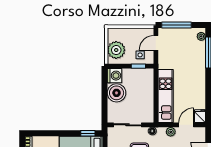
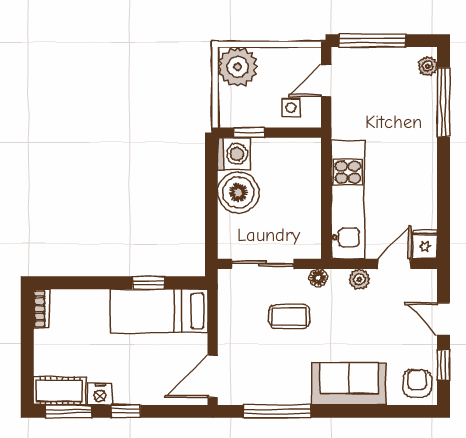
plant: (116, 50) -> (238, 67), moved
window: (138, 66) -> (249, 133), moved
window: (88, 133) -> (149, 283), moved

